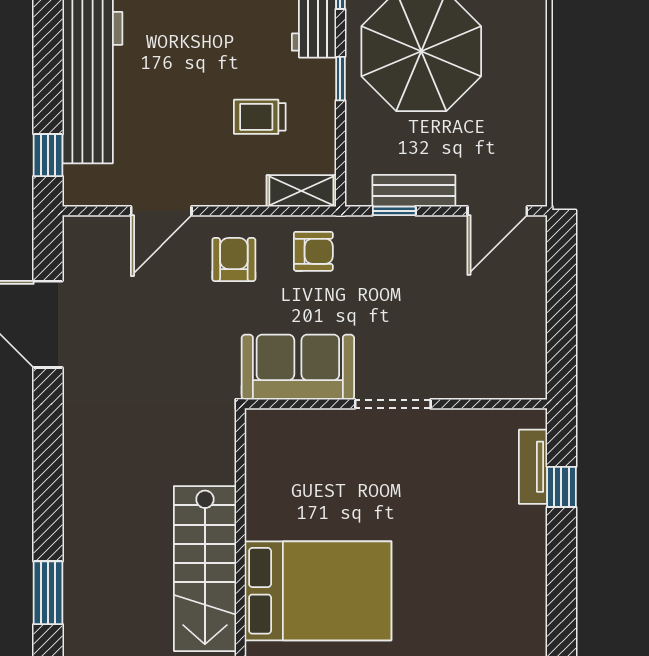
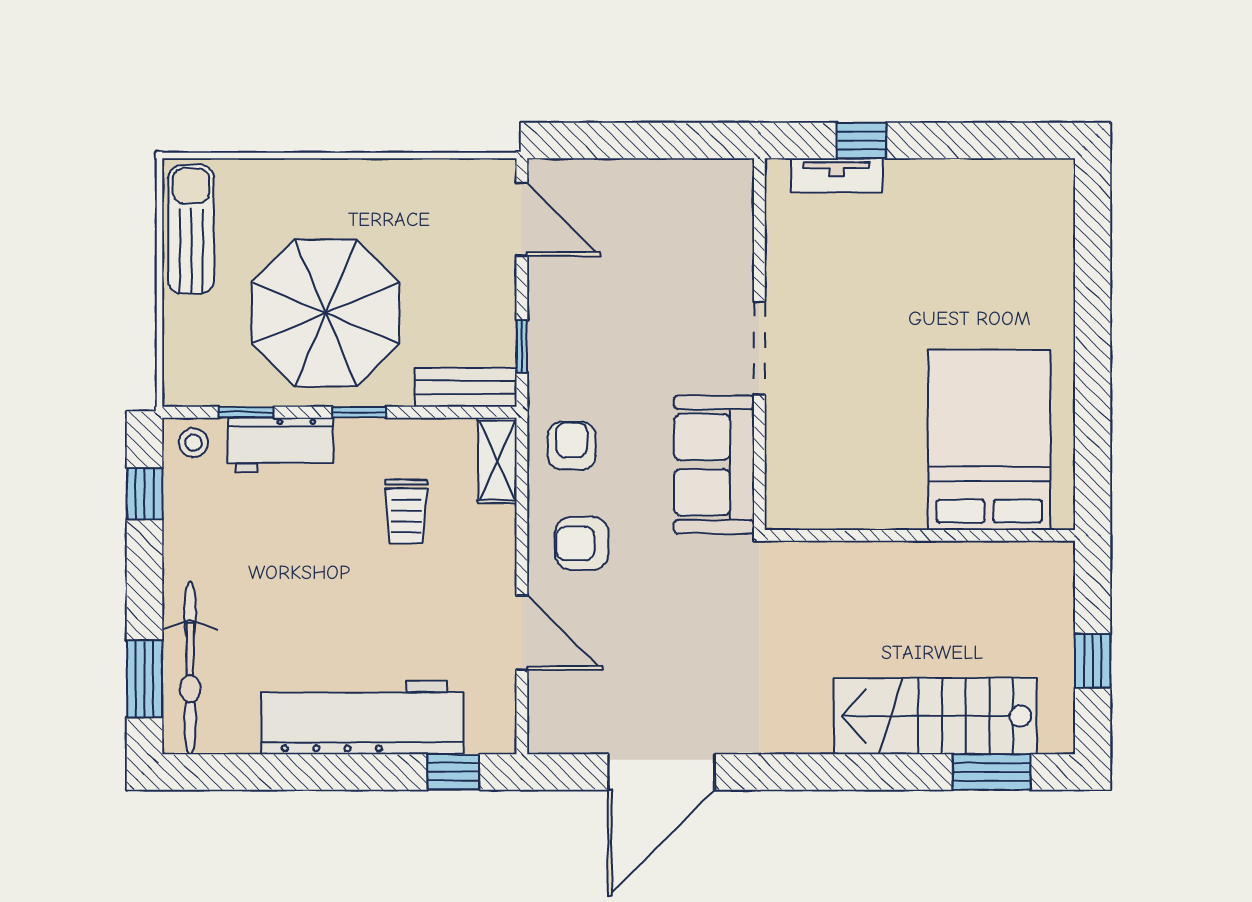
bench: (414, 191) -> (466, 388), moved, turned 90
stairs: (205, 569) -> (935, 716), moved, turned 180

